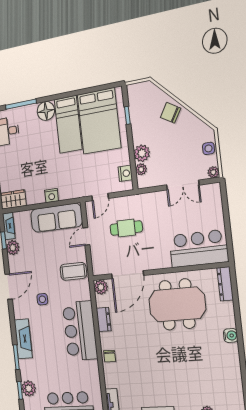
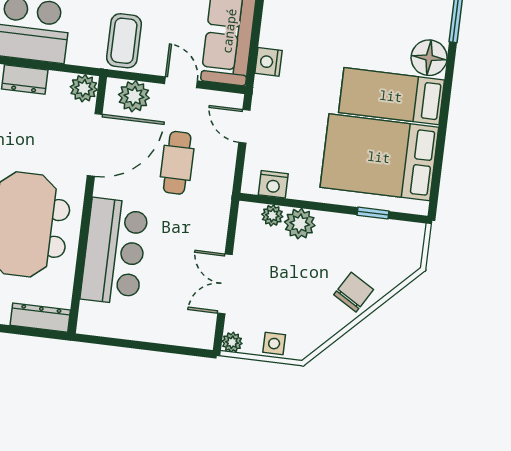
nightstand: (52, 196) -> (268, 62), moved
bar counter: (199, 249) -> (114, 251), moved
plant: (99, 260) -> (134, 96), added
door: (127, 275) -> (95, 145), swing flipped

